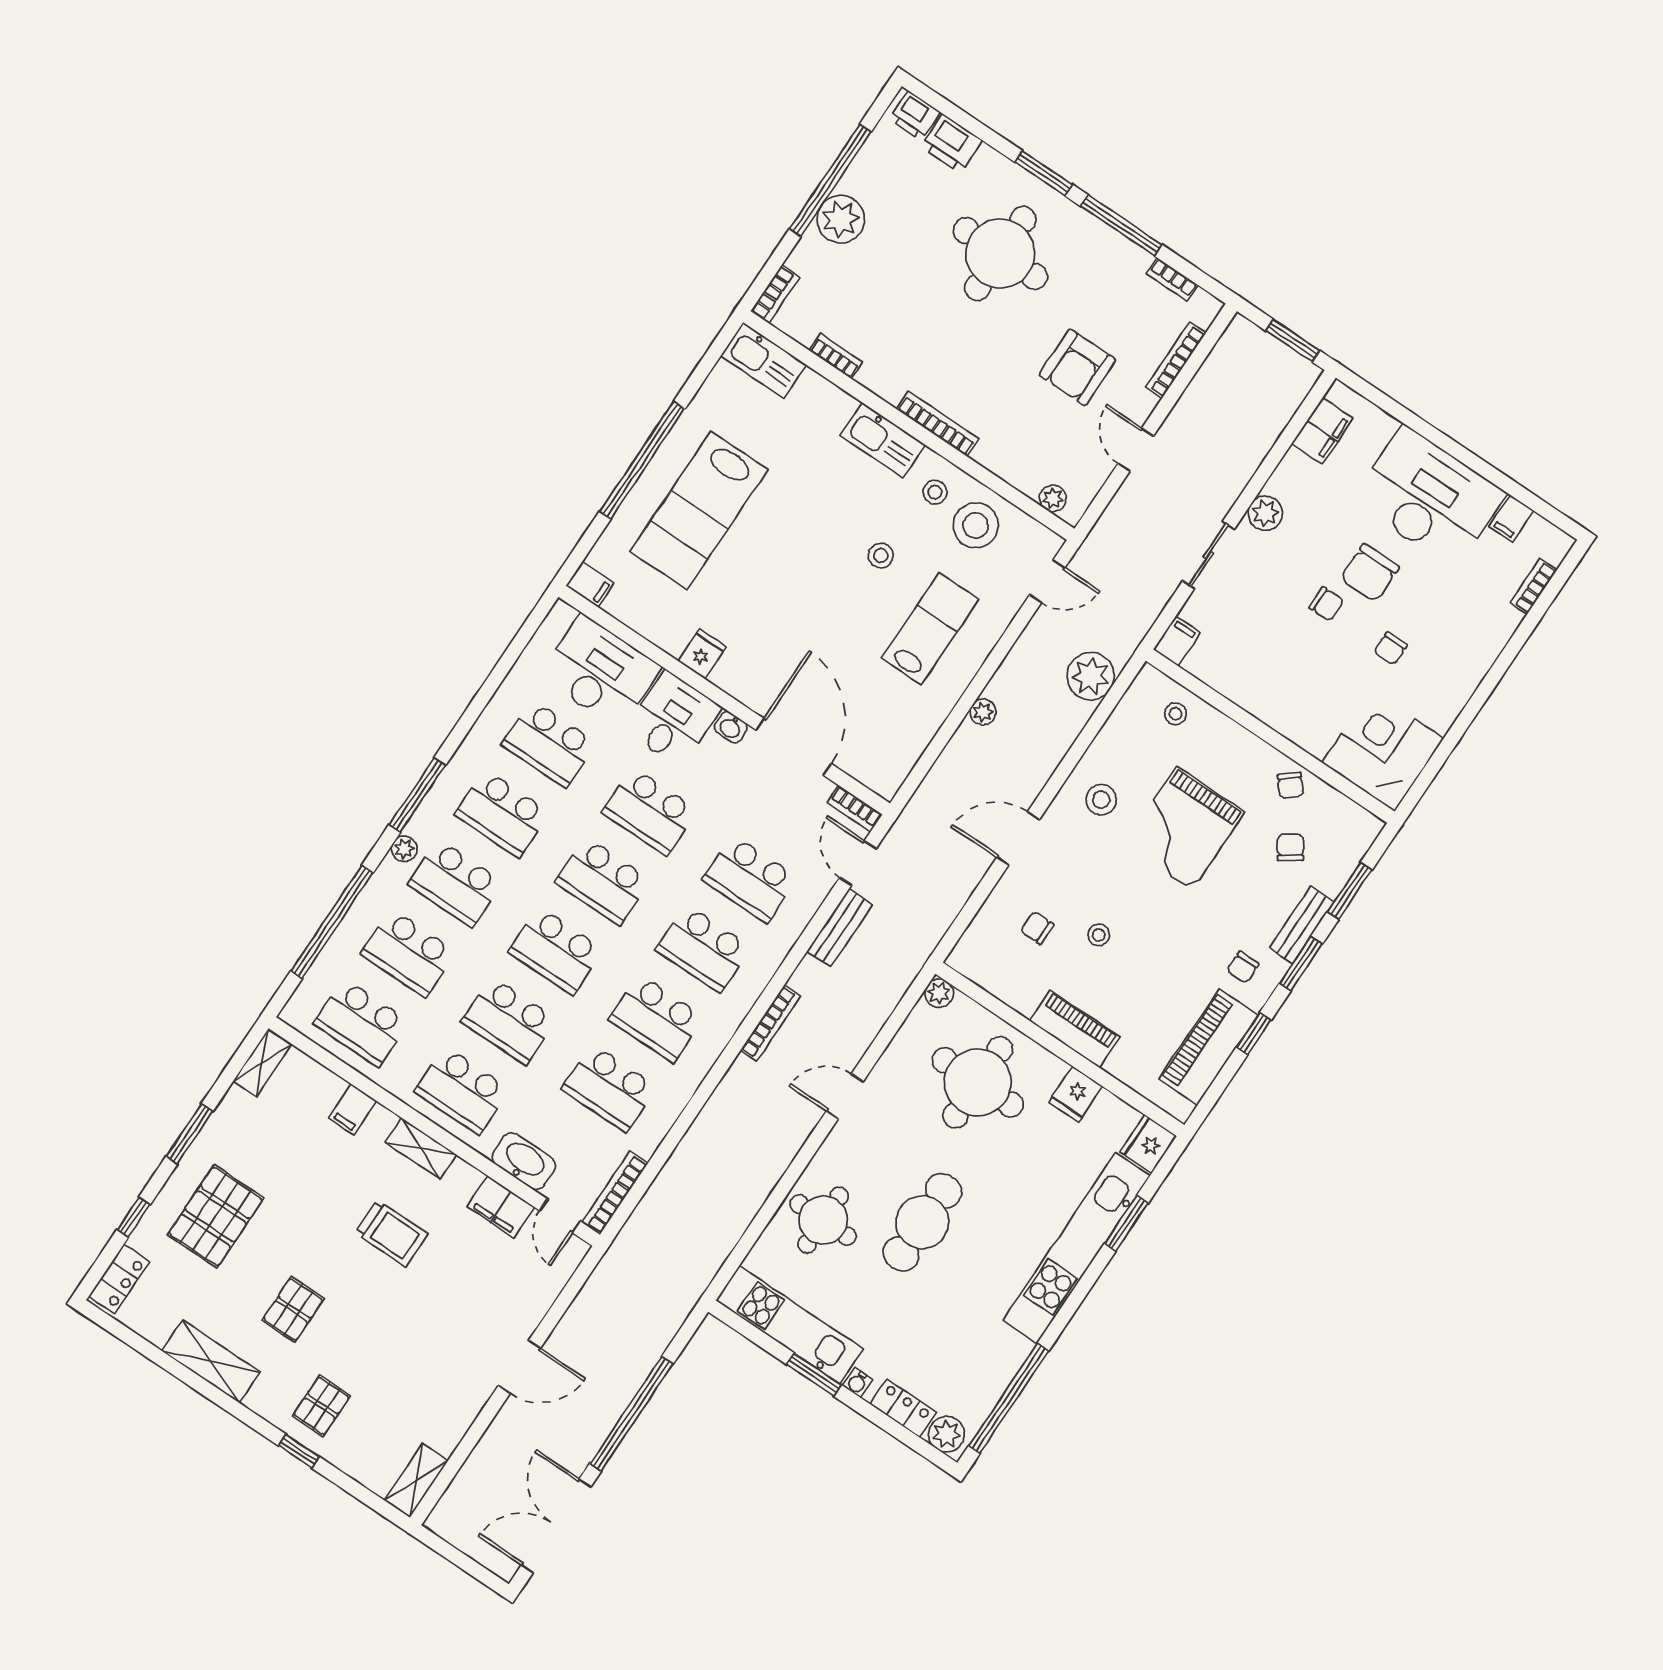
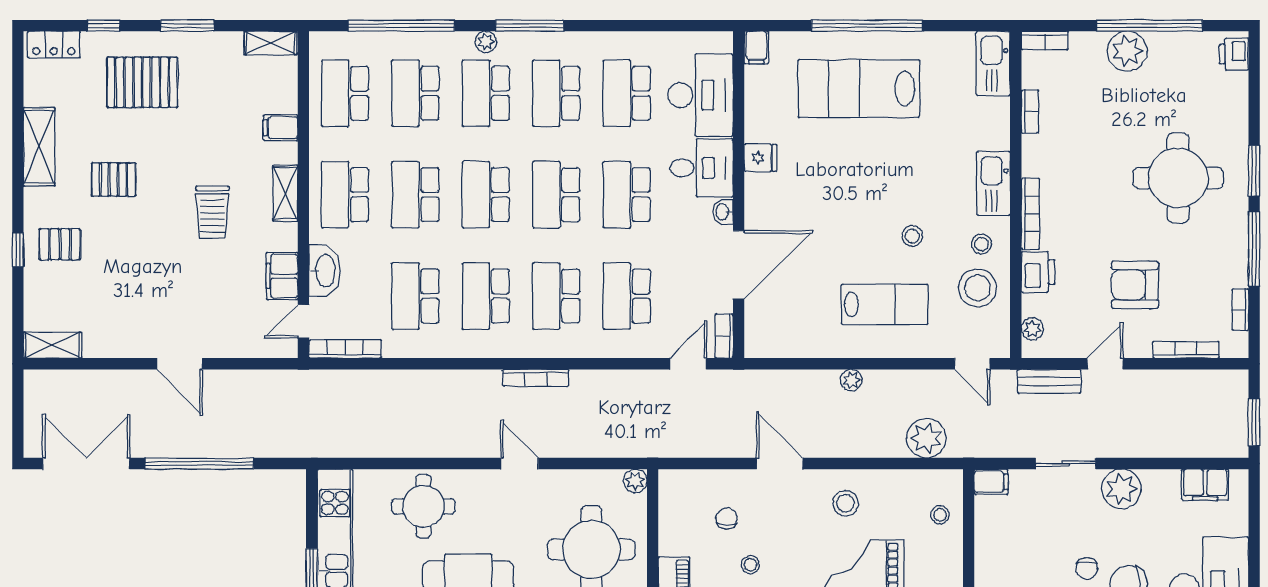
printer: (952, 144) -> (1038, 272), moved, turned 180
plant: (1265, 513) -> (1121, 489), width x1.36, depth x1.36
bench: (840, 928) -> (1049, 381), moved

